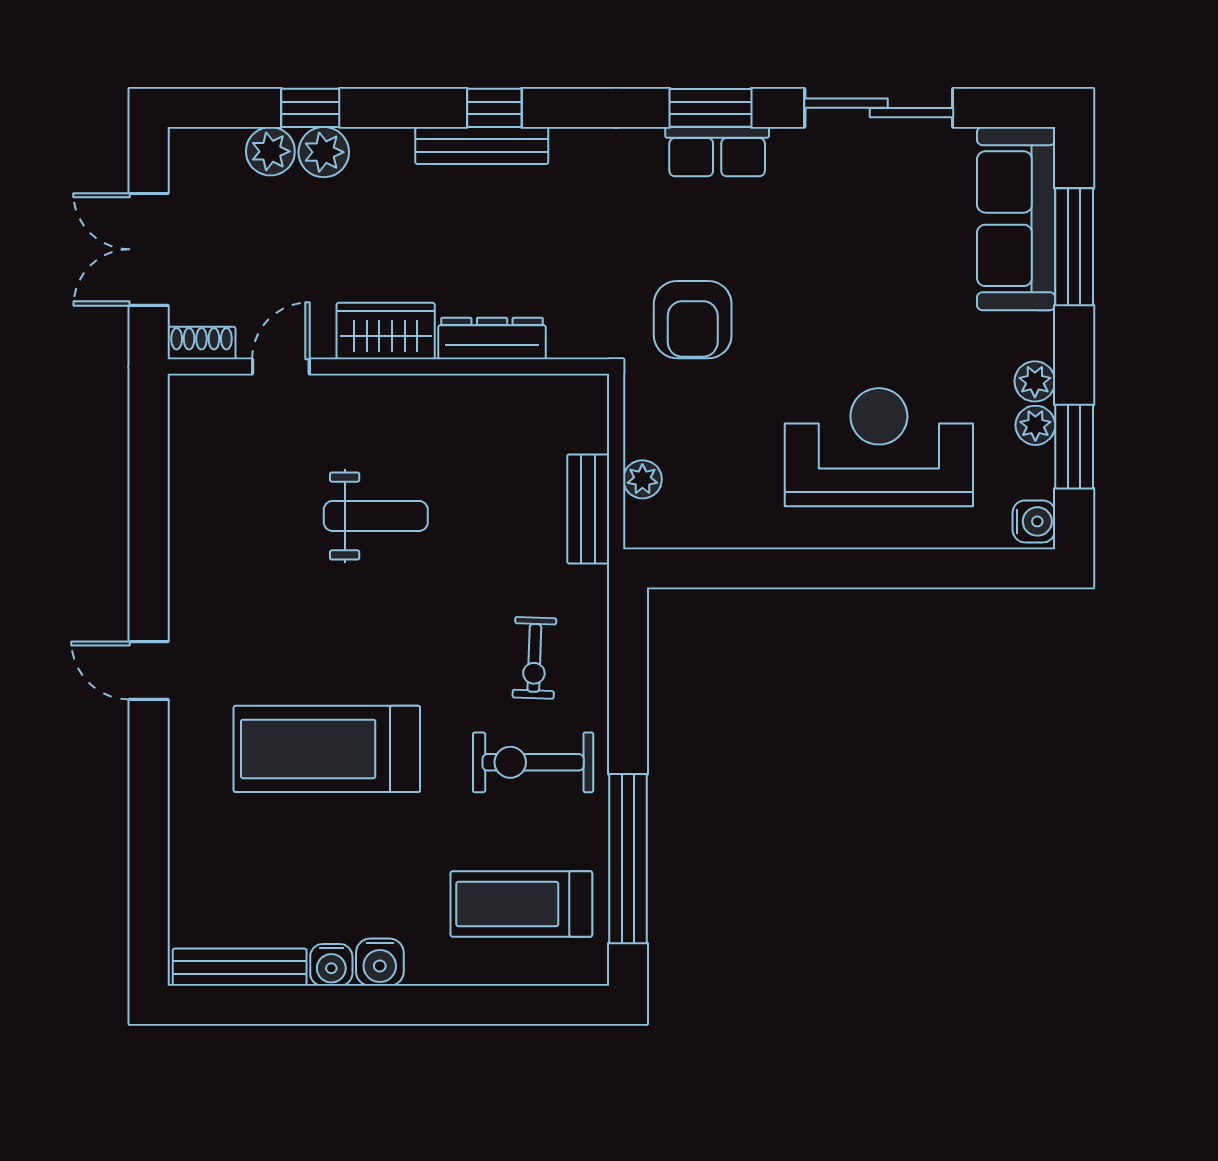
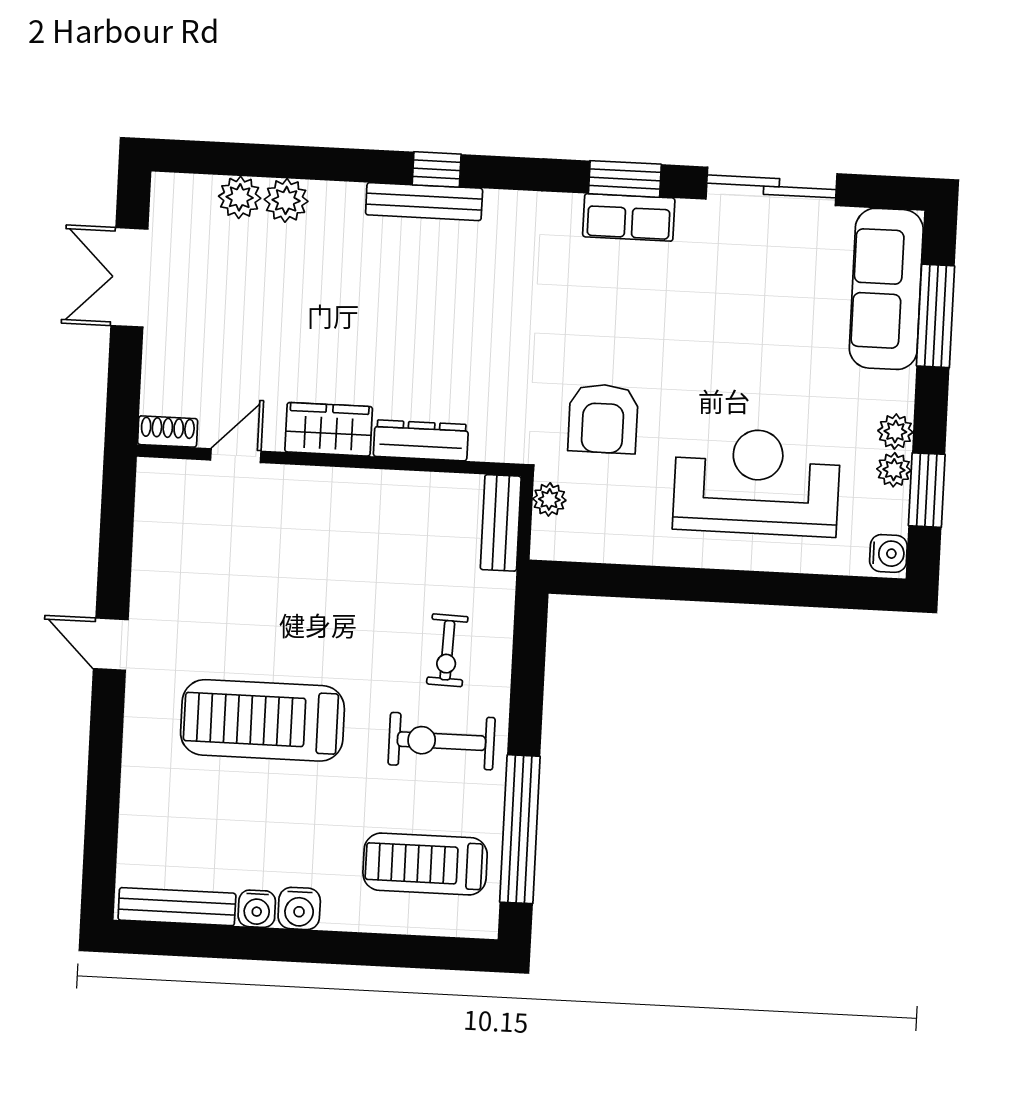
window: (310, 108) -> (276, 161), removed
armchair: (693, 320) -> (603, 419), moved
wardrobe: (386, 331) -> (329, 429), moved
dresser: (492, 338) -> (421, 440), moved
shoe rack: (201, 343) -> (168, 432), moved
door: (281, 367) -> (236, 456), moved
wall: (388, 367) -> (329, 460), moved
weight bench: (376, 516) -> (315, 520), removed

